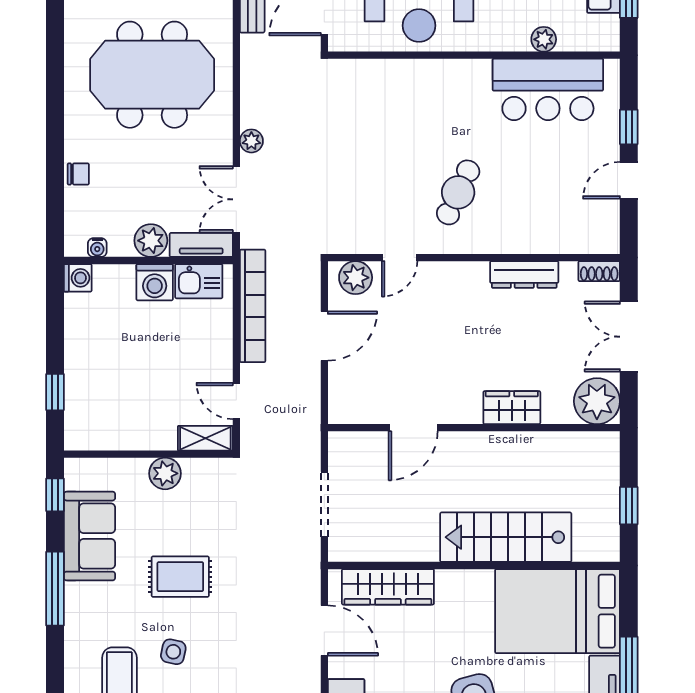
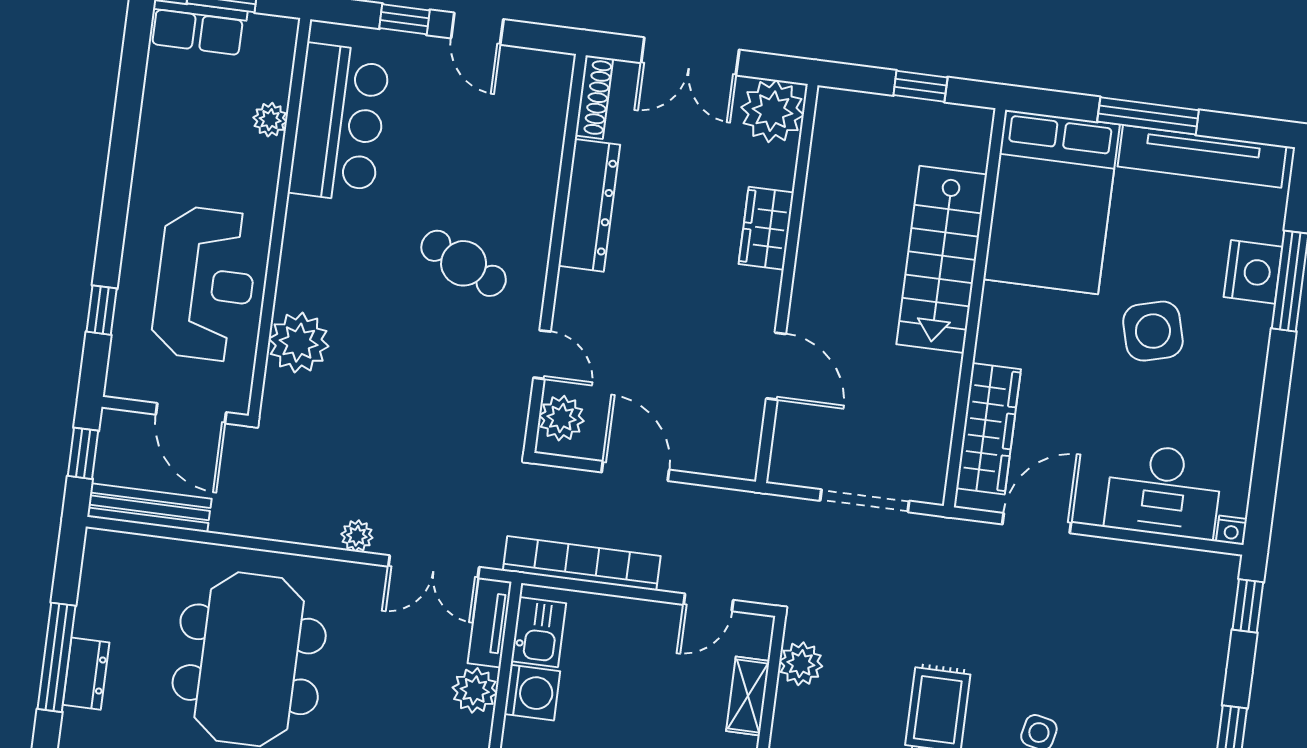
plant: (385, 81) -> (299, 343), added
shoe rack: (599, 271) -> (594, 97), width x1.43
dresser: (524, 274) -> (589, 205), width x1.37, depth x1.24
shelving: (205, 438) -> (748, 696), moved
plant: (165, 473) -> (801, 664), moved

